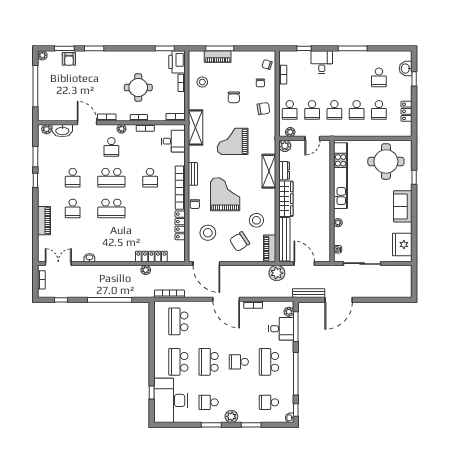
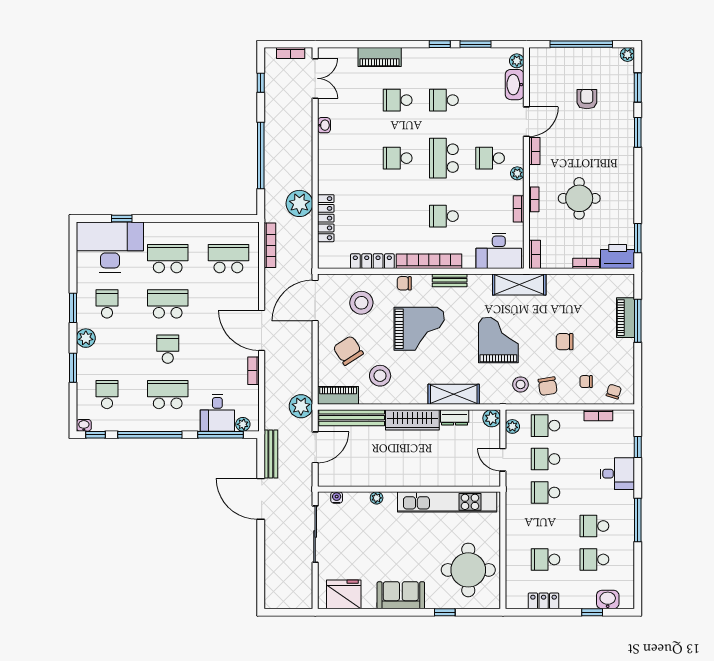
armchair: (69, 59) -> (587, 99), moved, turned 90
stool: (202, 82) -> (521, 384), moved
school desk: (357, 110) -> (594, 526), moved
desk: (173, 141) -> (499, 251), width x1.37
school desk: (111, 209) -> (398, 158), width x0.54
plant: (146, 270) -> (299, 203), width x1.88, depth x1.88
door: (226, 299) -> (262, 330), hinge flipped

